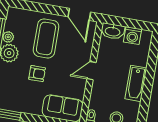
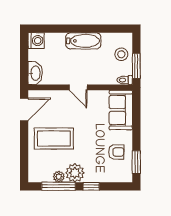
washing machine: (133, 36) -> (36, 41), moved
armchair: (37, 74) -> (116, 152), moved, turned 90

